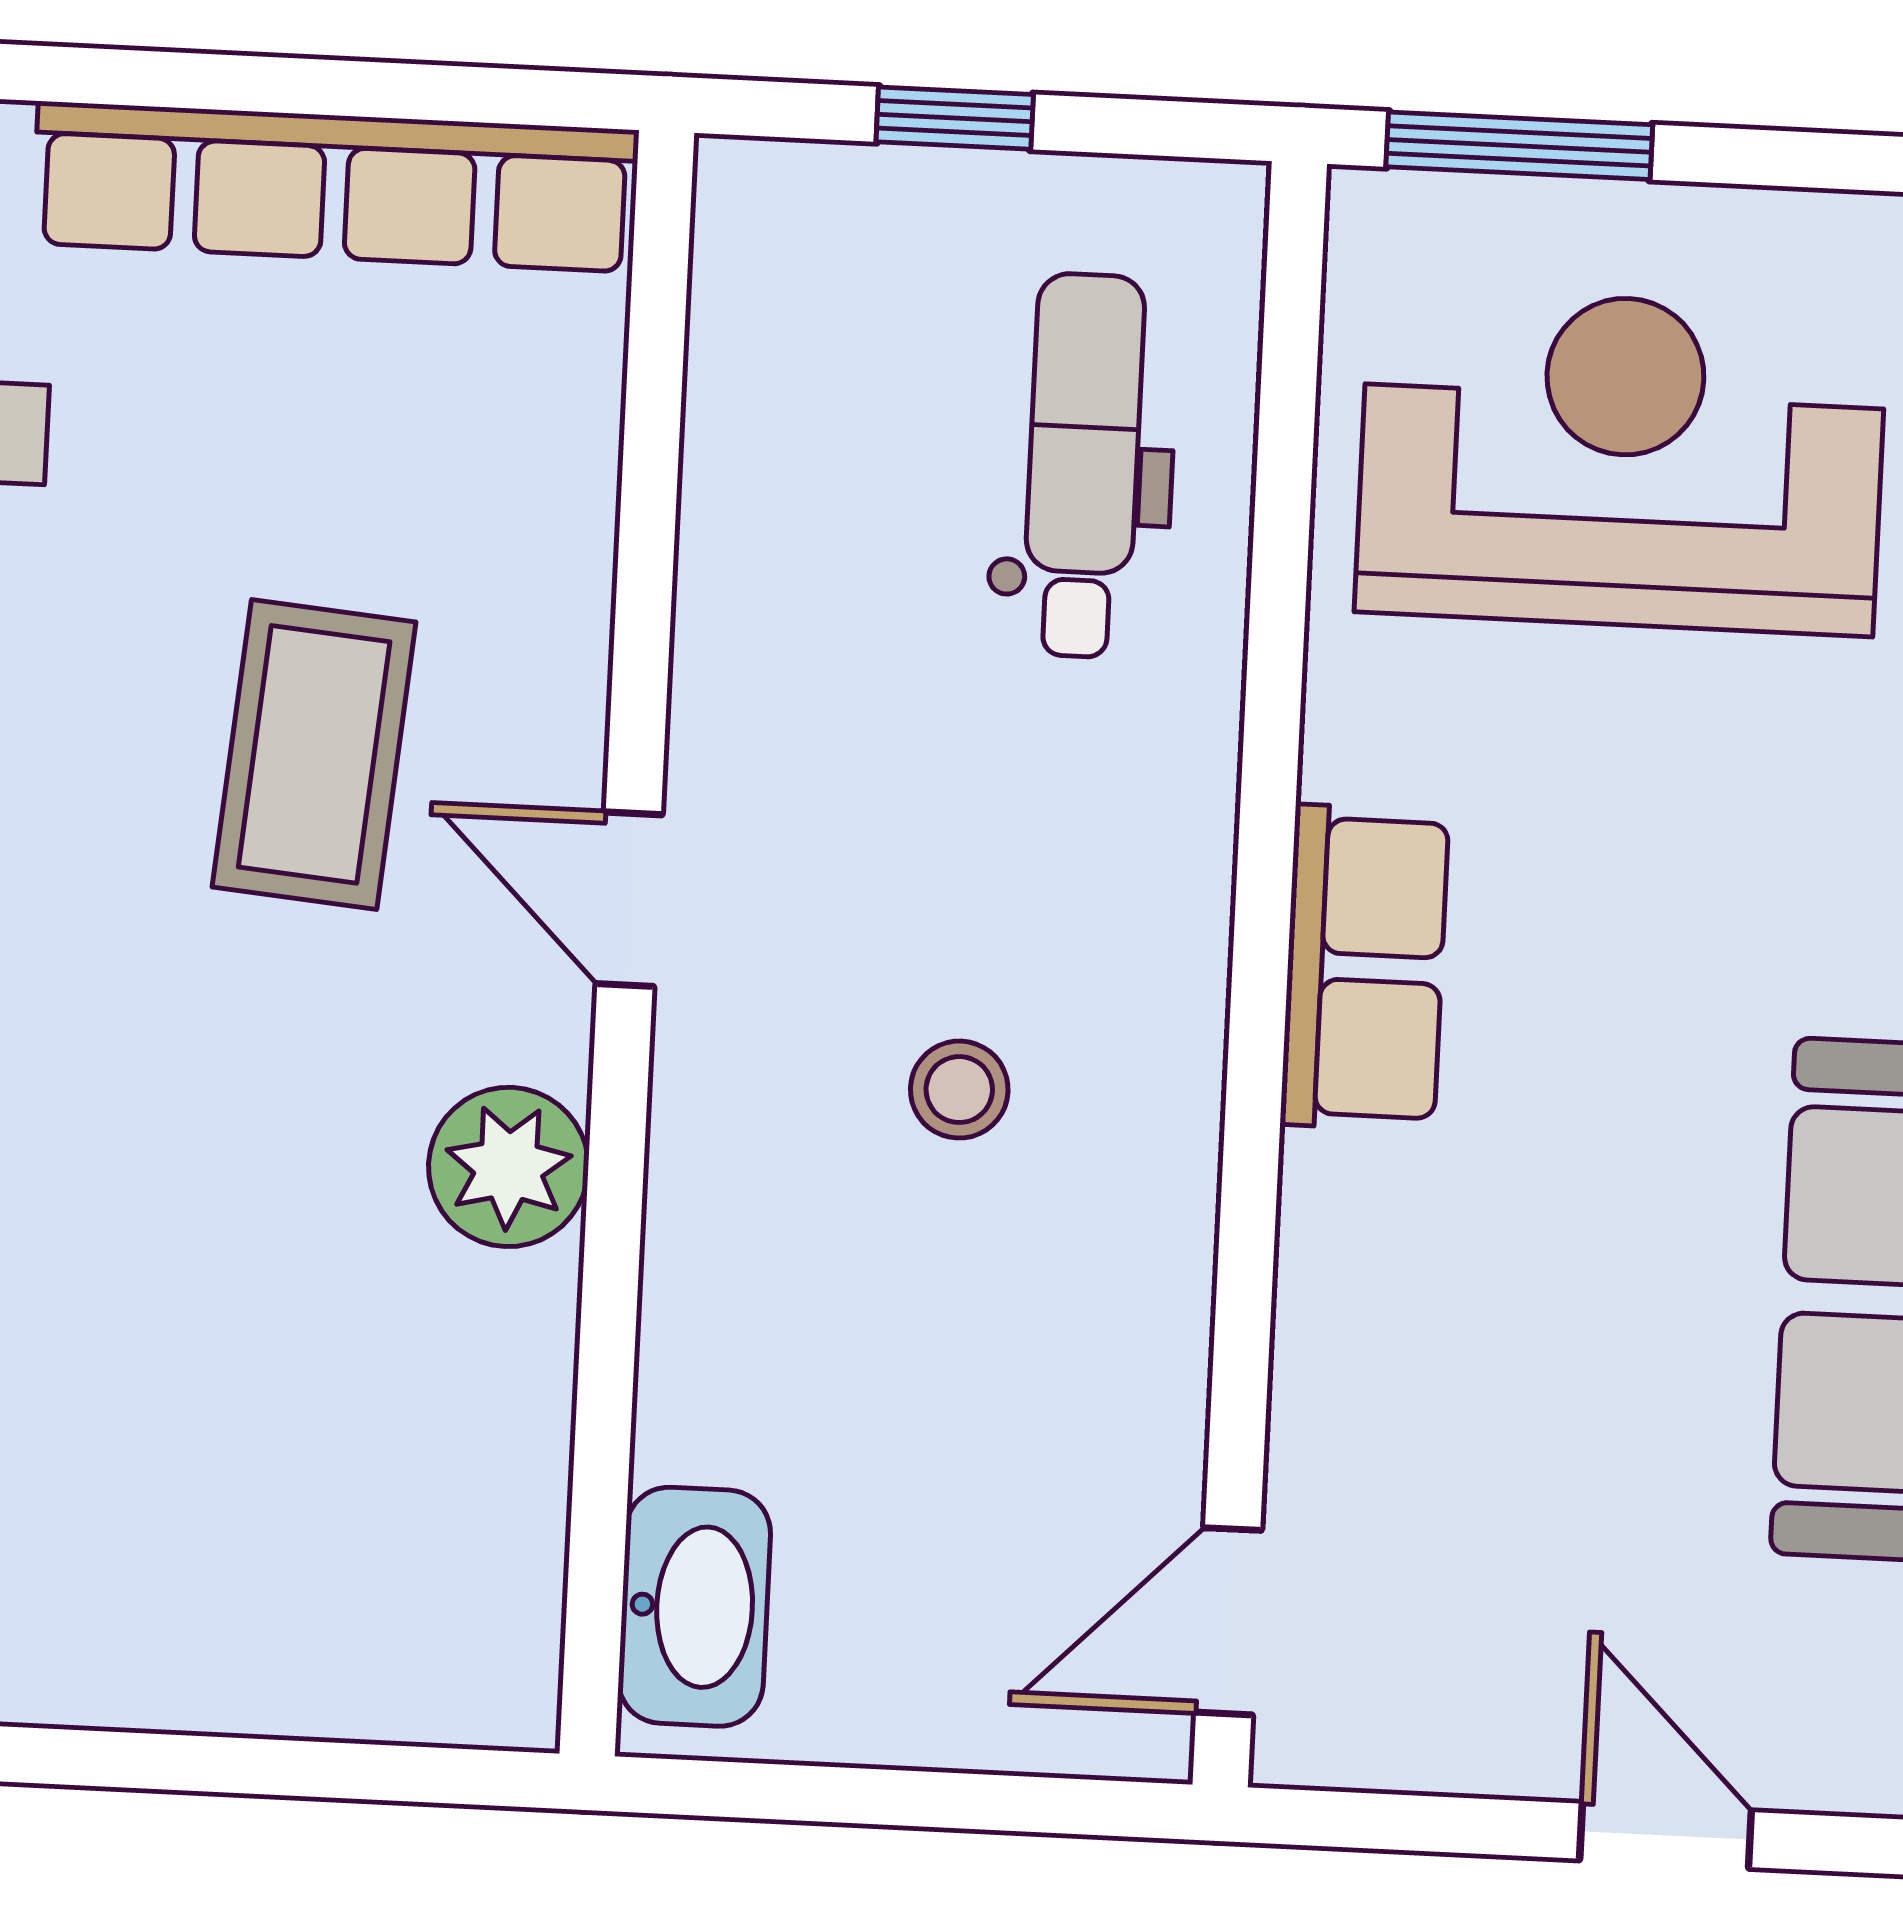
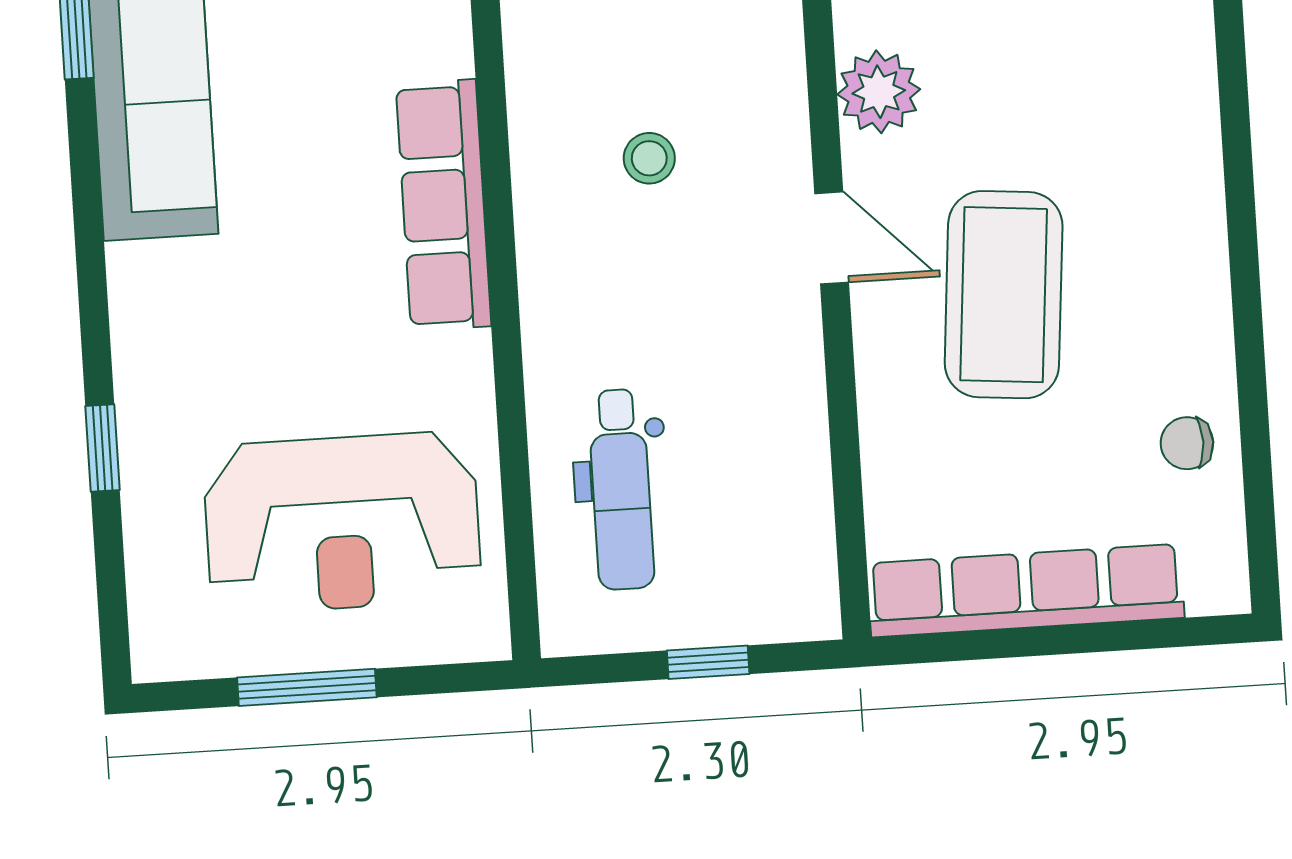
window: (1519, 146) -> (307, 687), moved
coffee table: (314, 754) -> (1004, 295), width x1.36, depth x1.32
row of seats: (1365, 968) -> (443, 205), width x1.48

